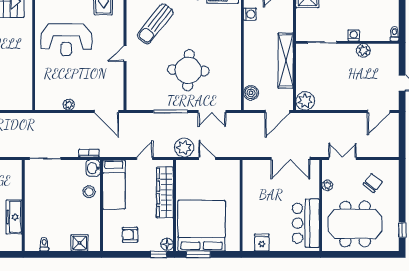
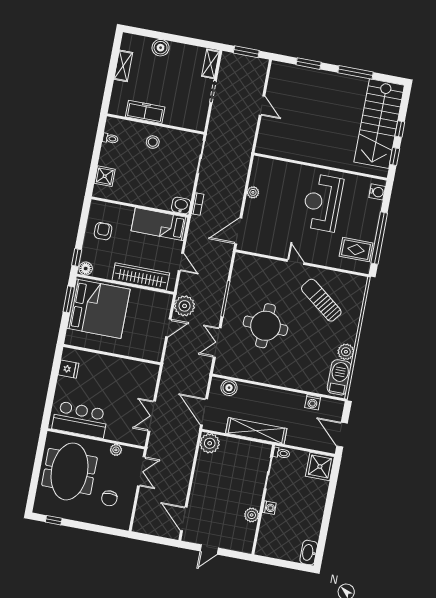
toilet: (394, 34) -> (282, 453), moved
double door: (290, 158) -> (152, 416), width x0.73
chair: (373, 183) -> (109, 498), turned 52
stool: (89, 192) -> (153, 142), moved

